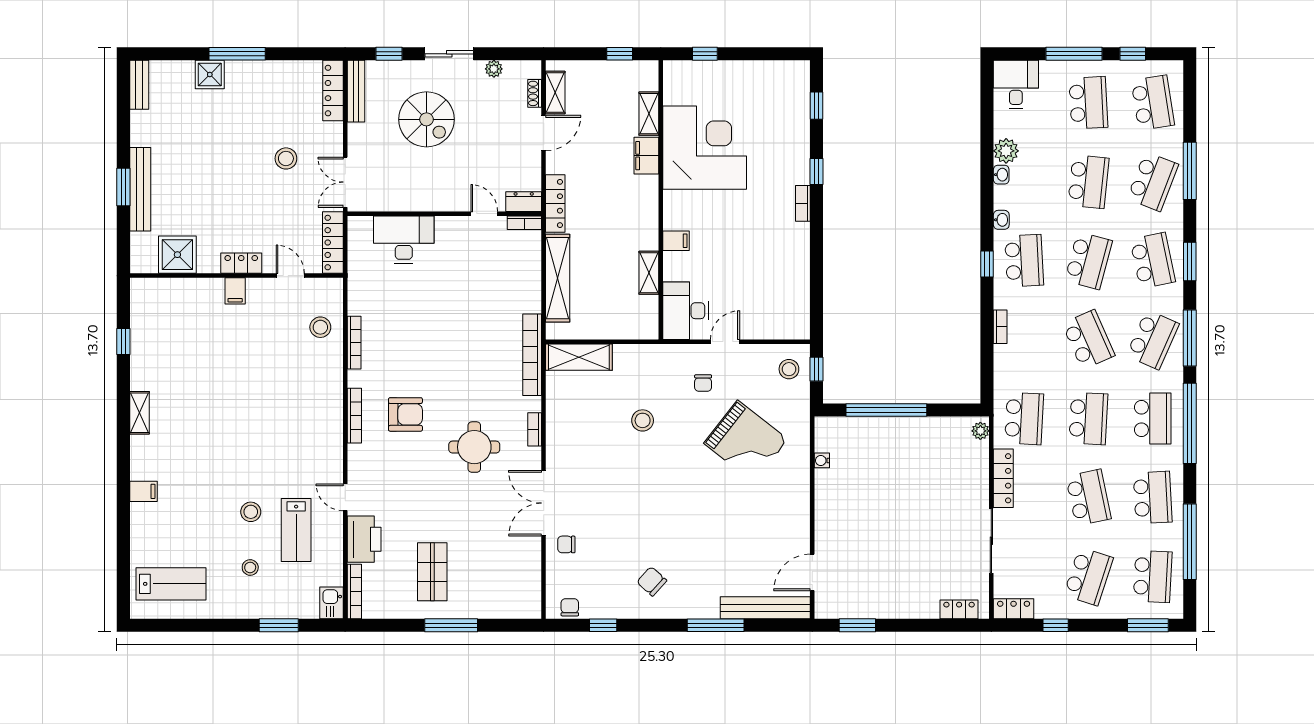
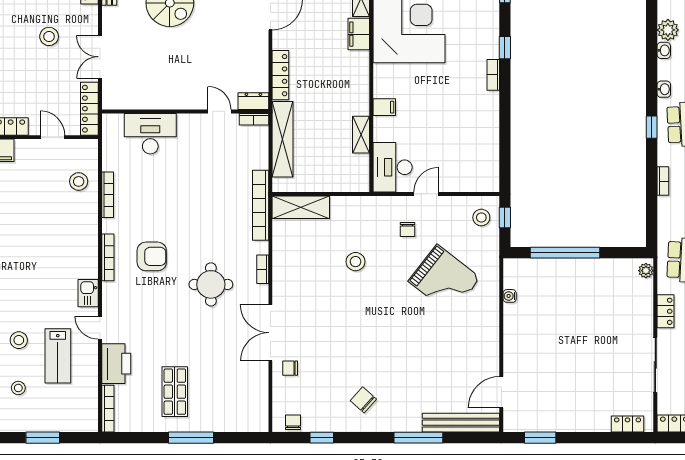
dresser: (524, 202) -> (253, 101), moved
wall: (444, 214) -> (185, 111), moved
door: (484, 214) -> (219, 111), moved
bookcase: (524, 223) -> (254, 119), moved
desk: (404, 240) -> (150, 134), moved
locker: (1003, 478) -> (665, 311), width x0.66
kitchen sink: (331, 603) -> (88, 293), moved

